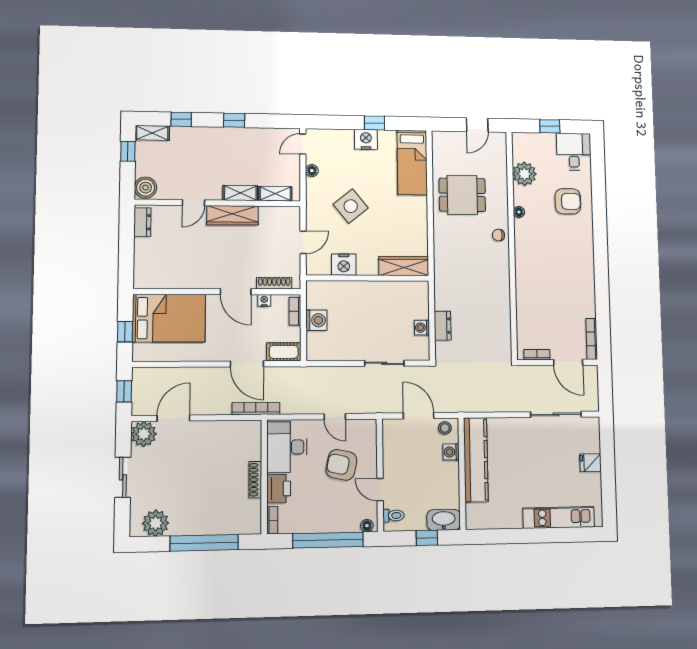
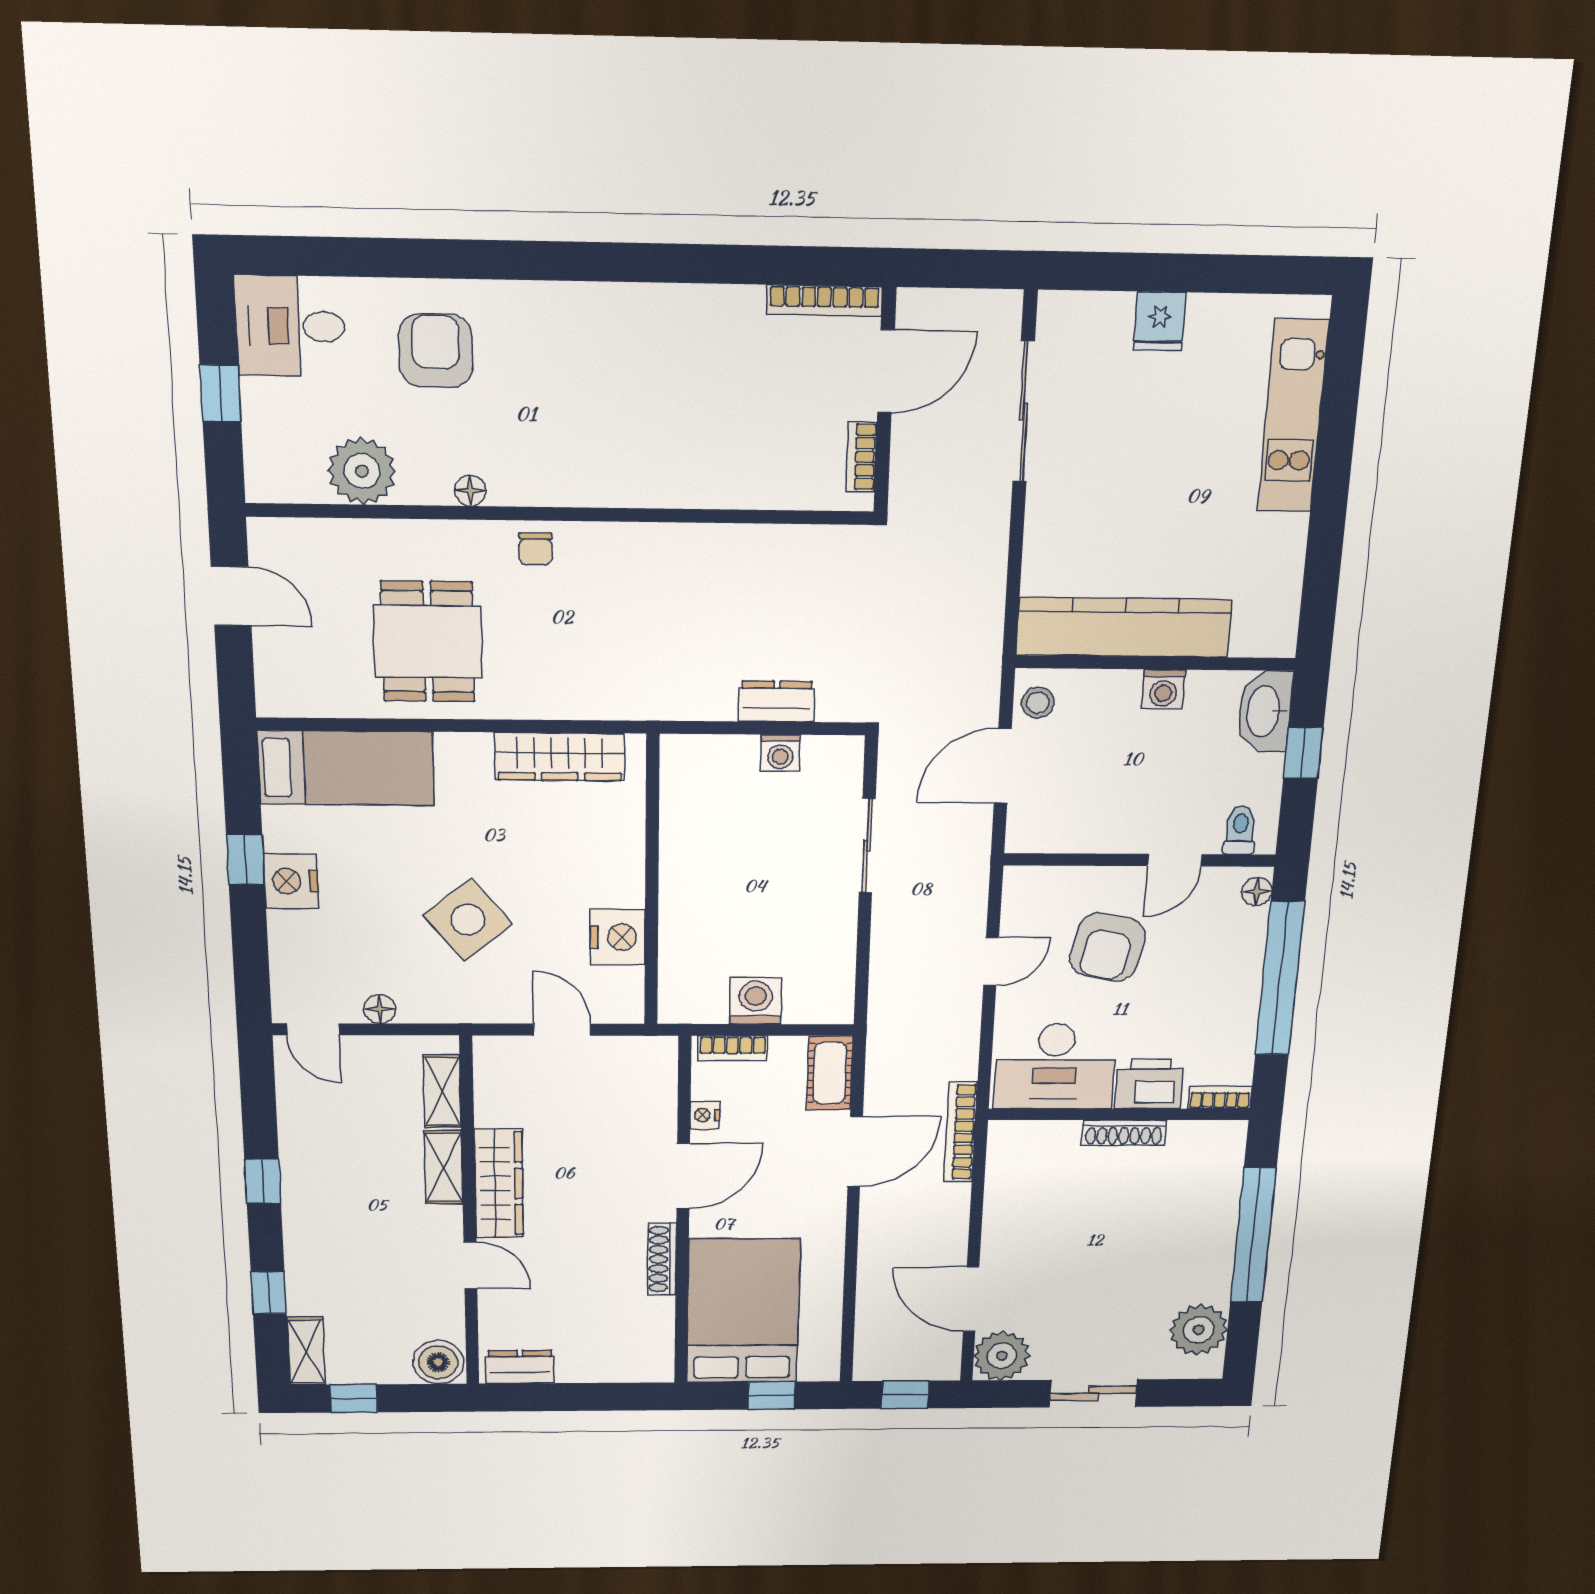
wardrobe: (404, 266) -> (560, 757), moved, turned -90
shoe rack: (274, 283) -> (662, 1259), moved
washing machine: (451, 452) -> (1164, 689), moved

